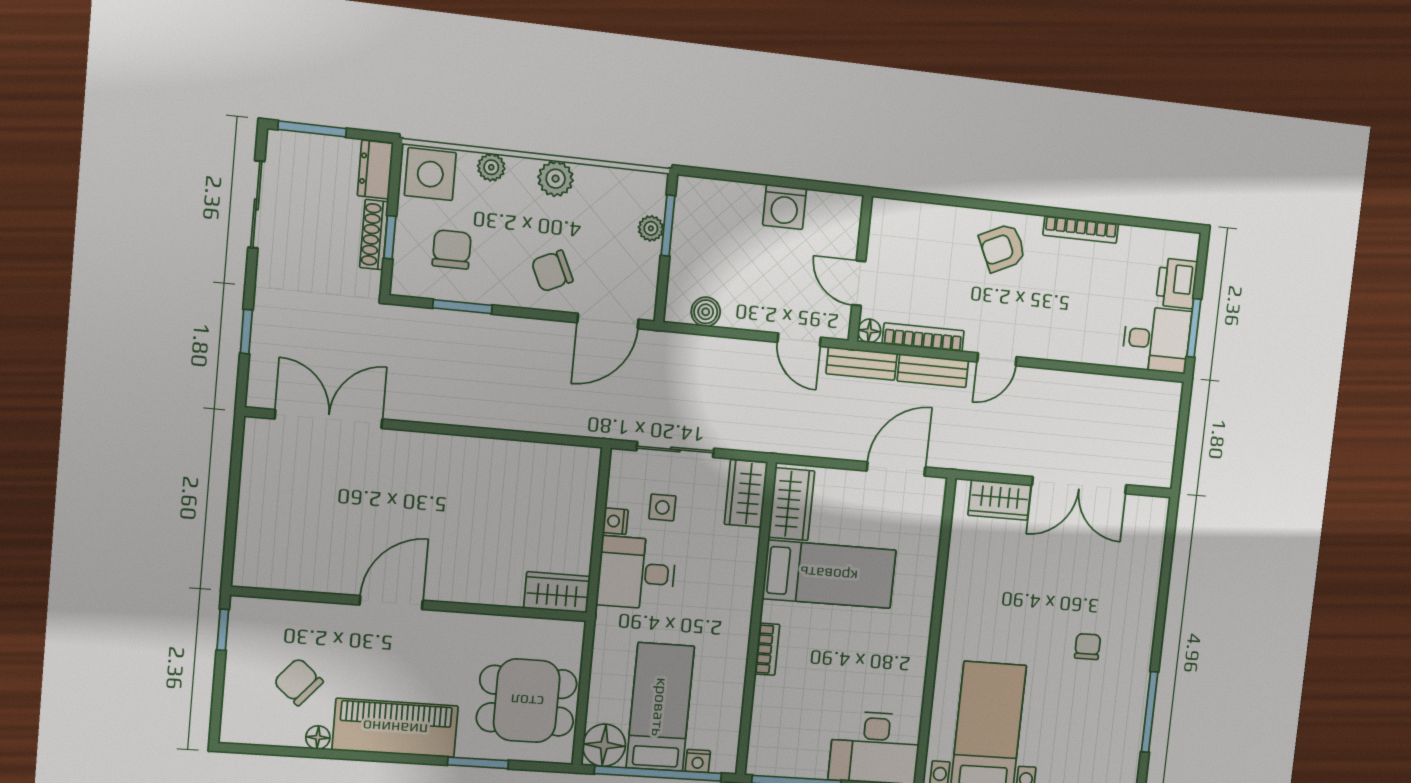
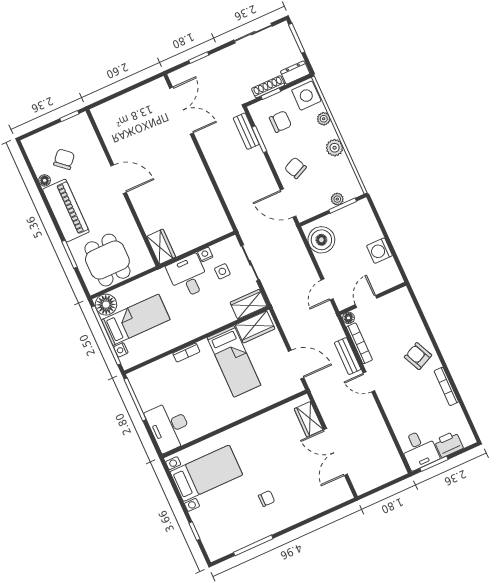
boiler: (706, 312) -> (321, 240), width x1.86, depth x1.86
bench: (862, 364) -> (246, 131), moved

